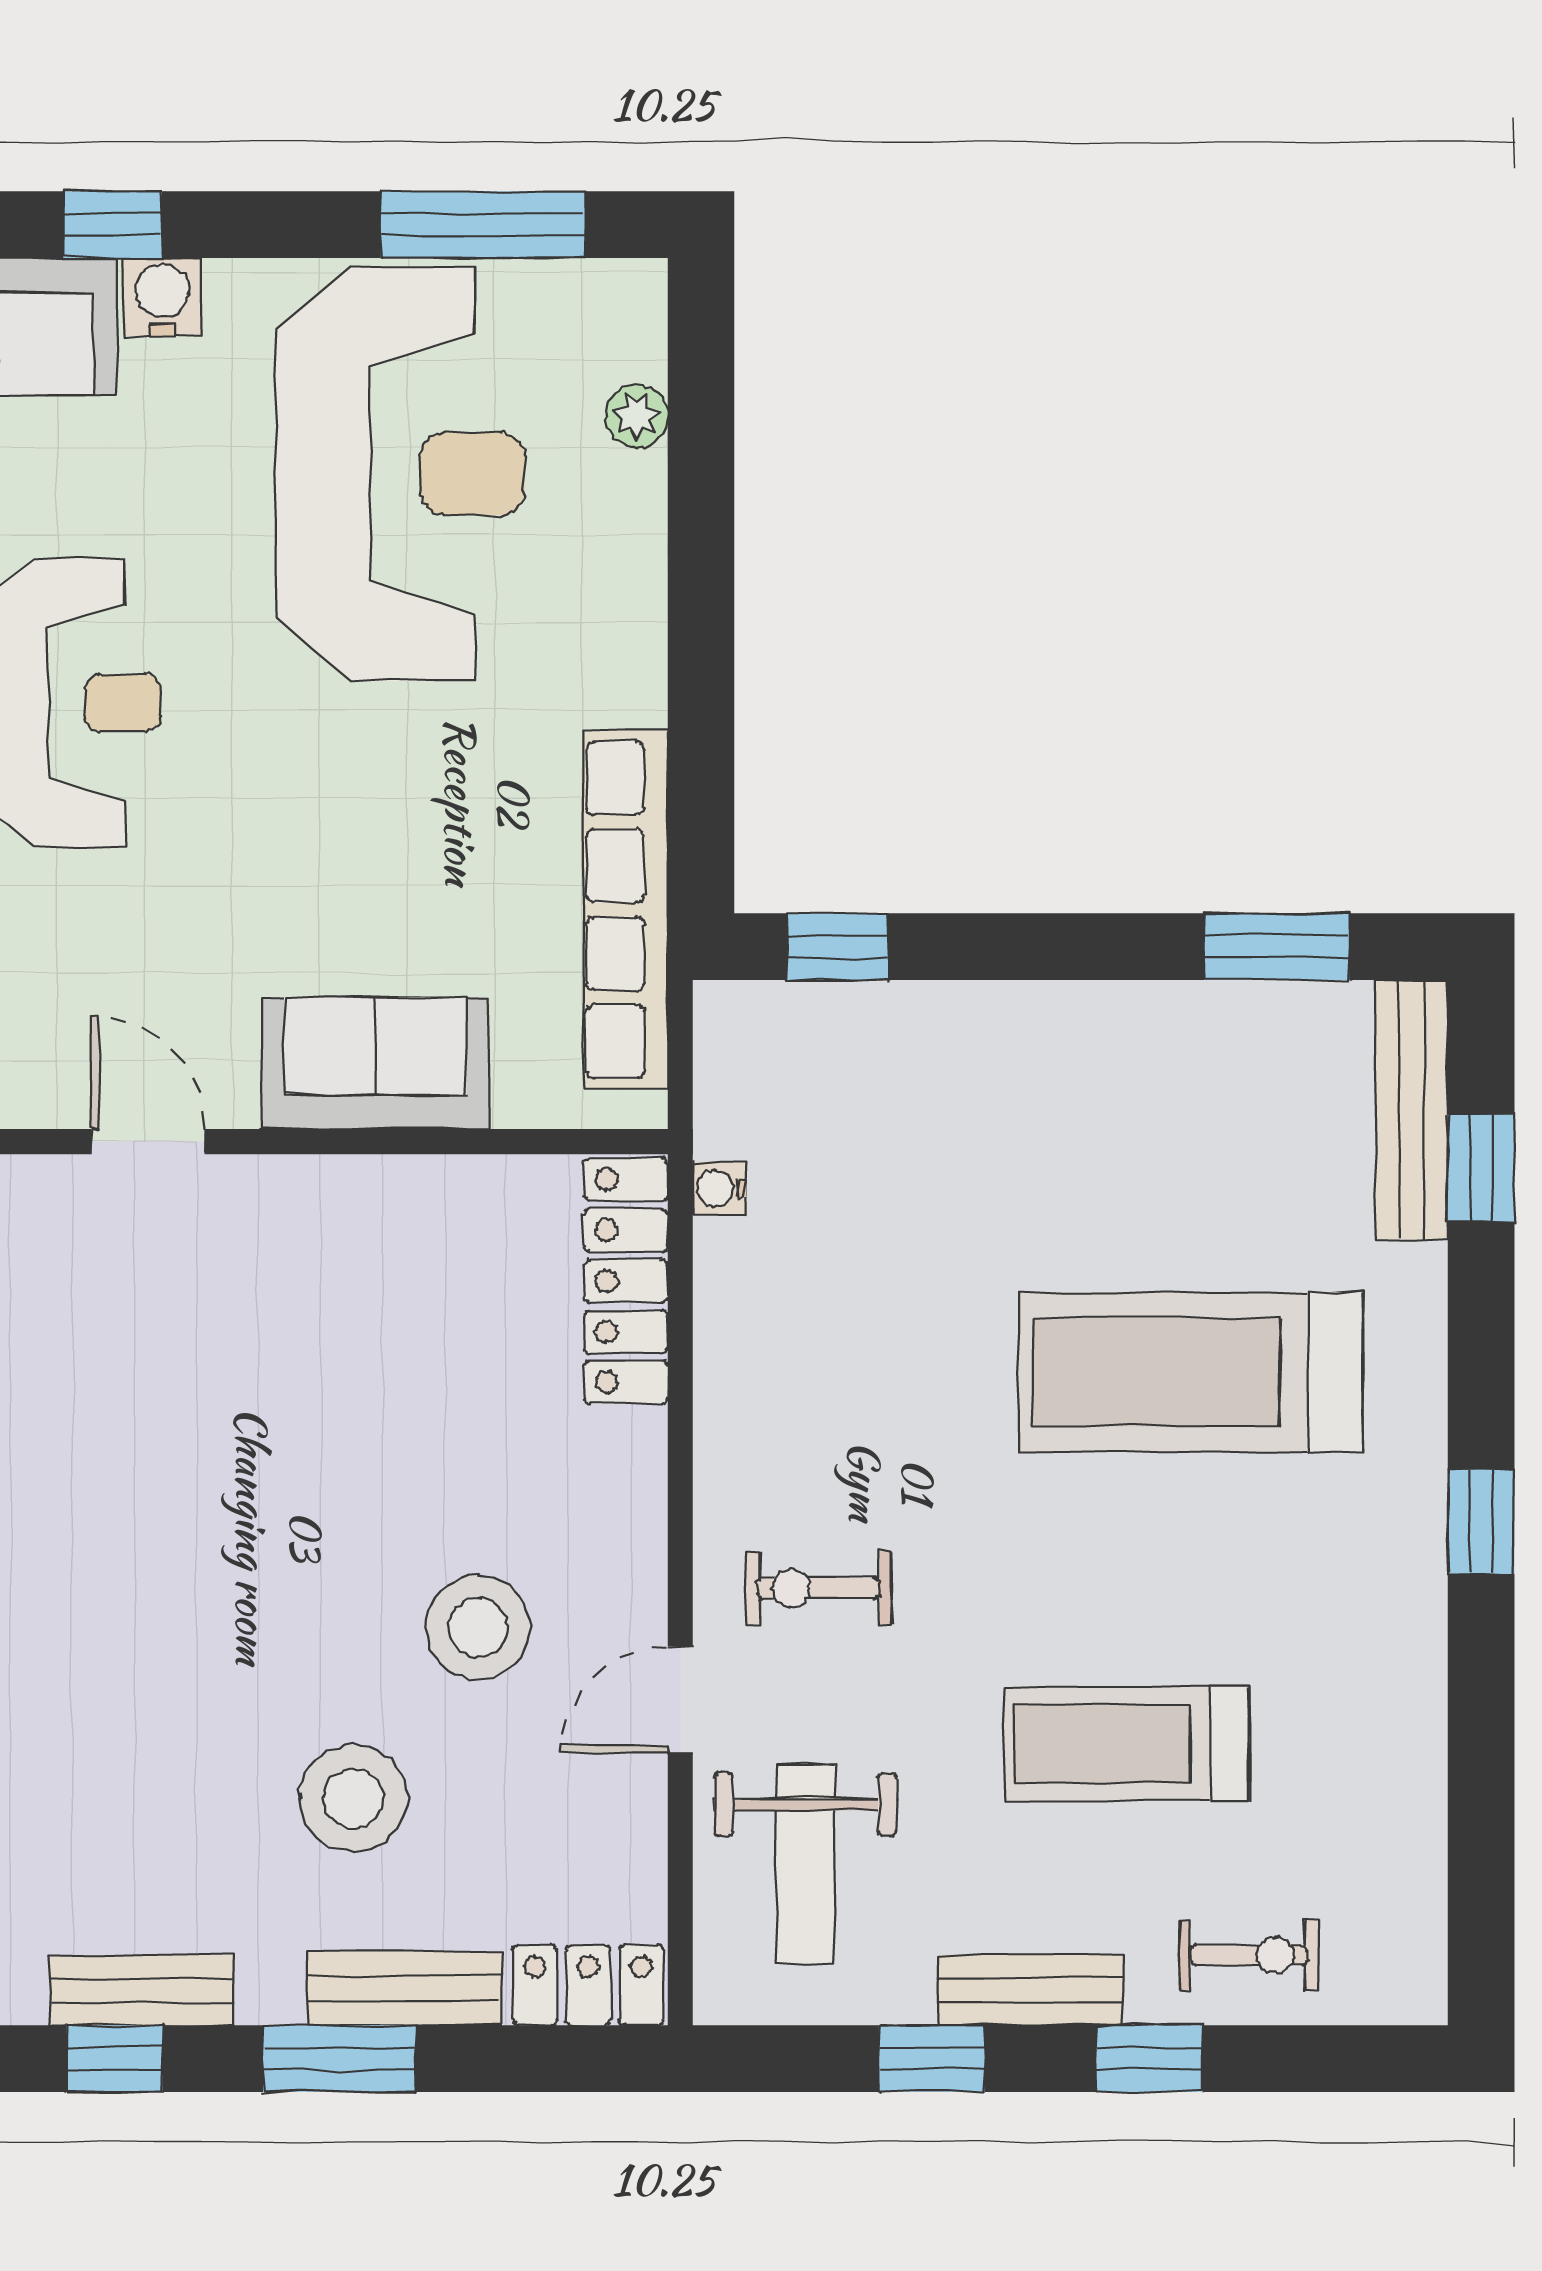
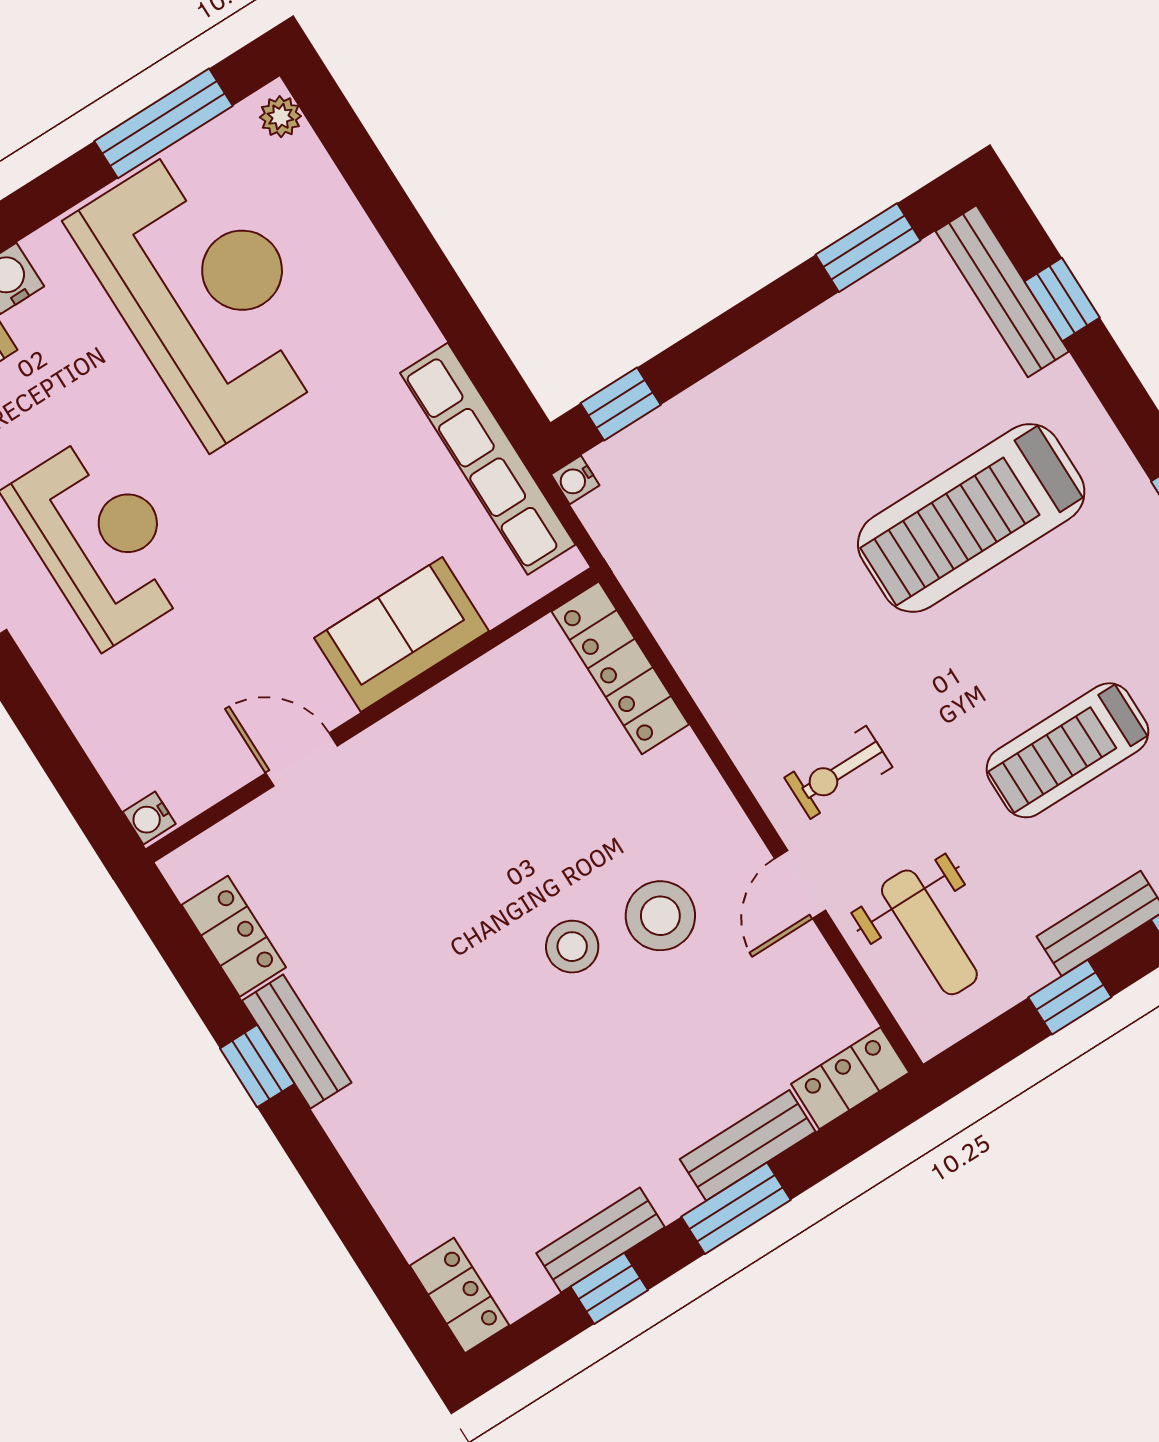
plant: (637, 416) -> (280, 117), moved
water cooler: (719, 1188) -> (575, 480), moved
stool: (353, 1798) -> (572, 947), moved, width x0.73, depth x0.73

